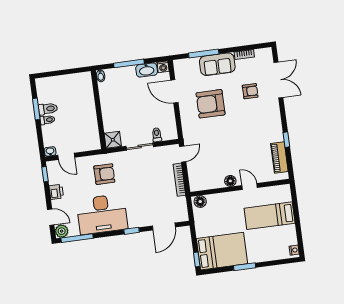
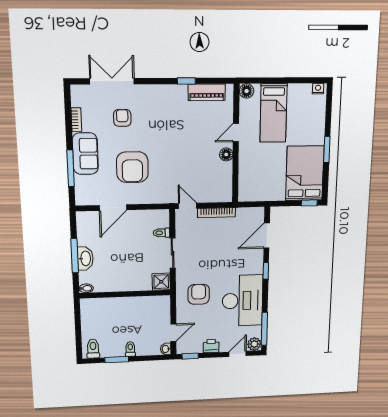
washing machine: (163, 67) -> (82, 217), removed
washbasin: (147, 70) -> (85, 258), moved
toilet: (48, 109) -> (93, 349), moved
floor lamp: (200, 202) -> (247, 91), moved
door: (164, 227) -> (267, 235), swing flipped

